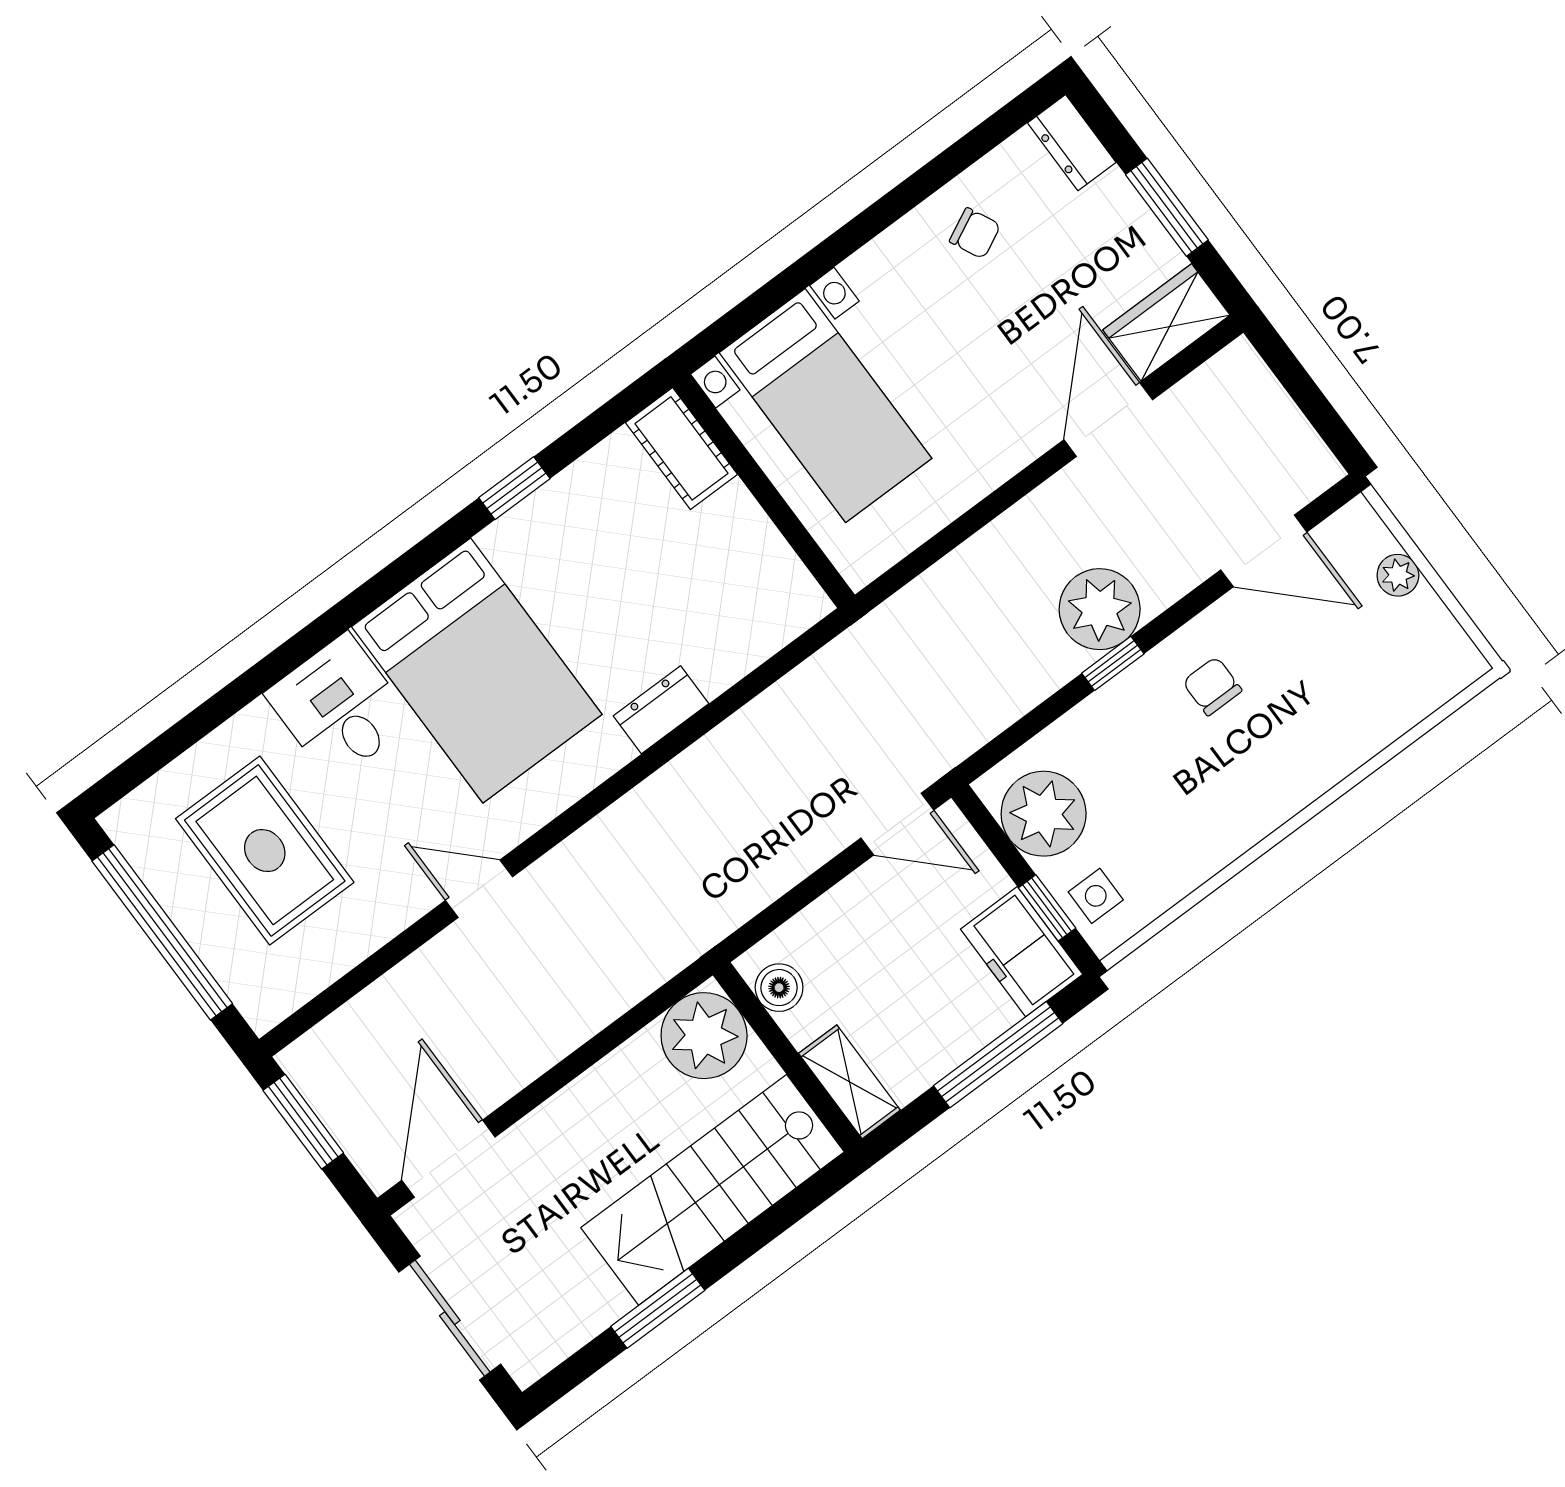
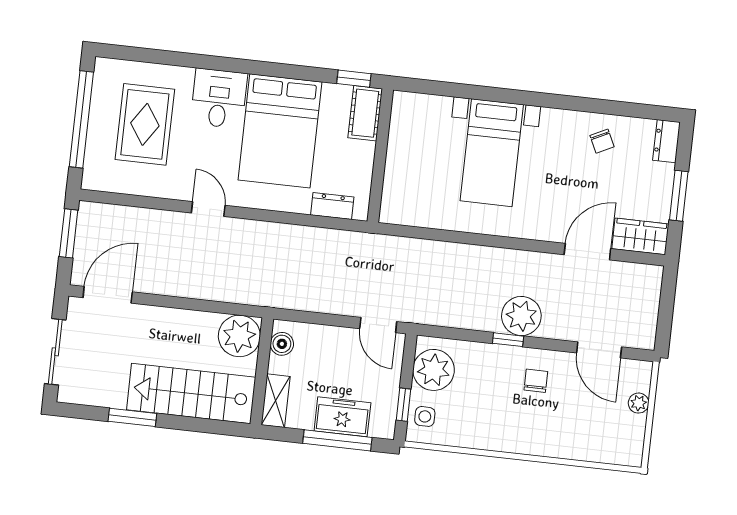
cot: (681, 448) -> (365, 113), moved
wall: (764, 491) -> (380, 156), moved
freezer: (1022, 952) -> (342, 417), moved, turned 90

